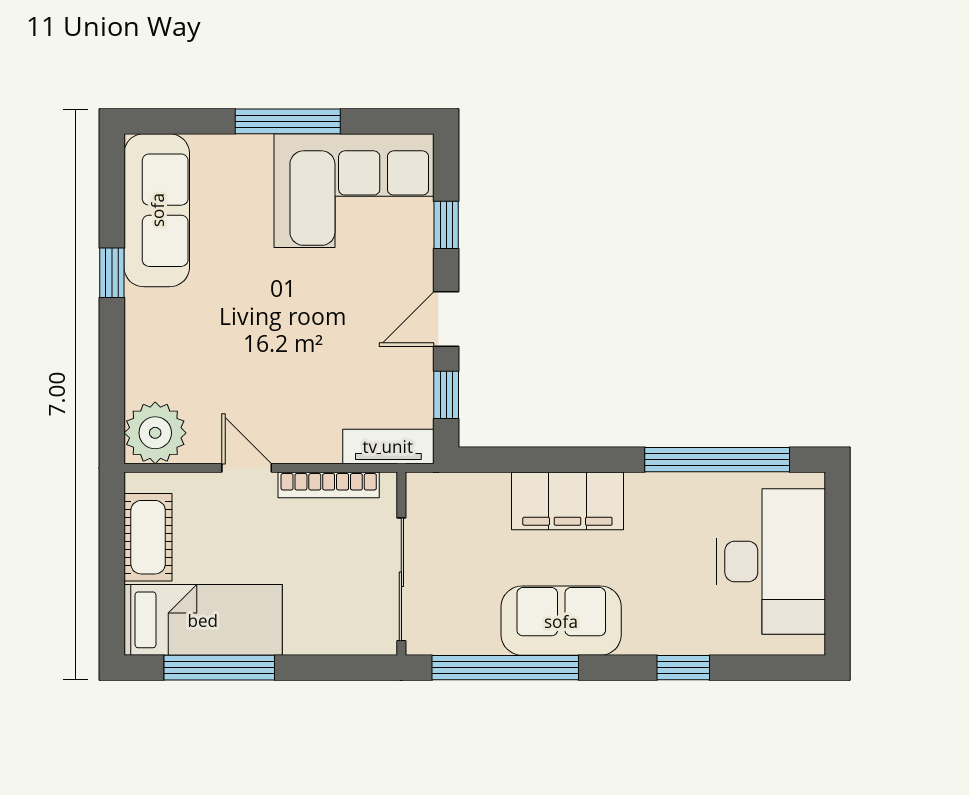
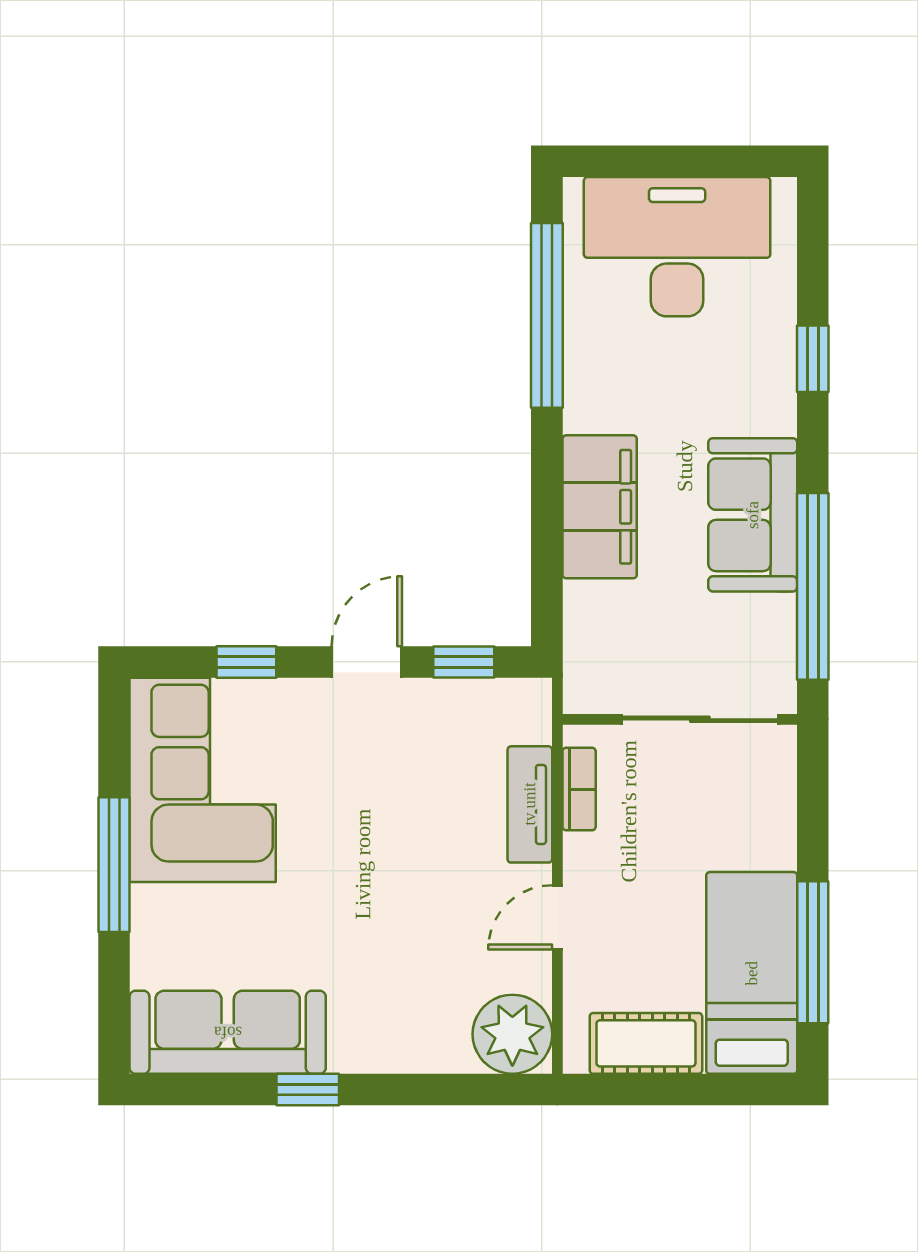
door: (446, 319) -> (367, 662), swing flipped
tv unit: (388, 446) -> (530, 804), moved
bookcase: (329, 485) -> (579, 789), width x0.64

